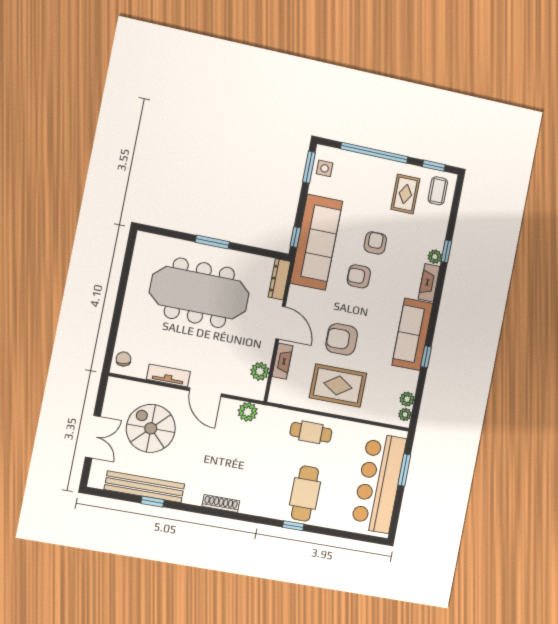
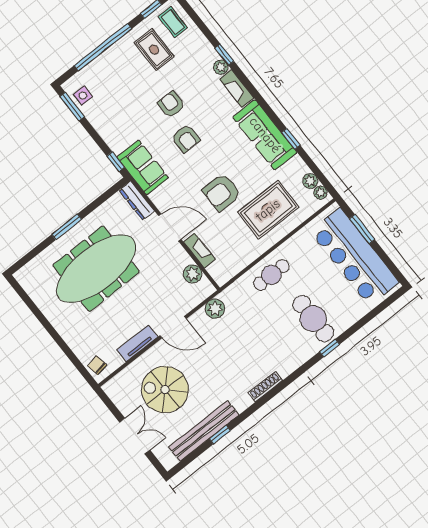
sofa: (316, 242) -> (143, 168), width x0.54, depth x0.79
armchair: (359, 276) -> (186, 139), turned -90
rug: (338, 386) -> (268, 210), moved

